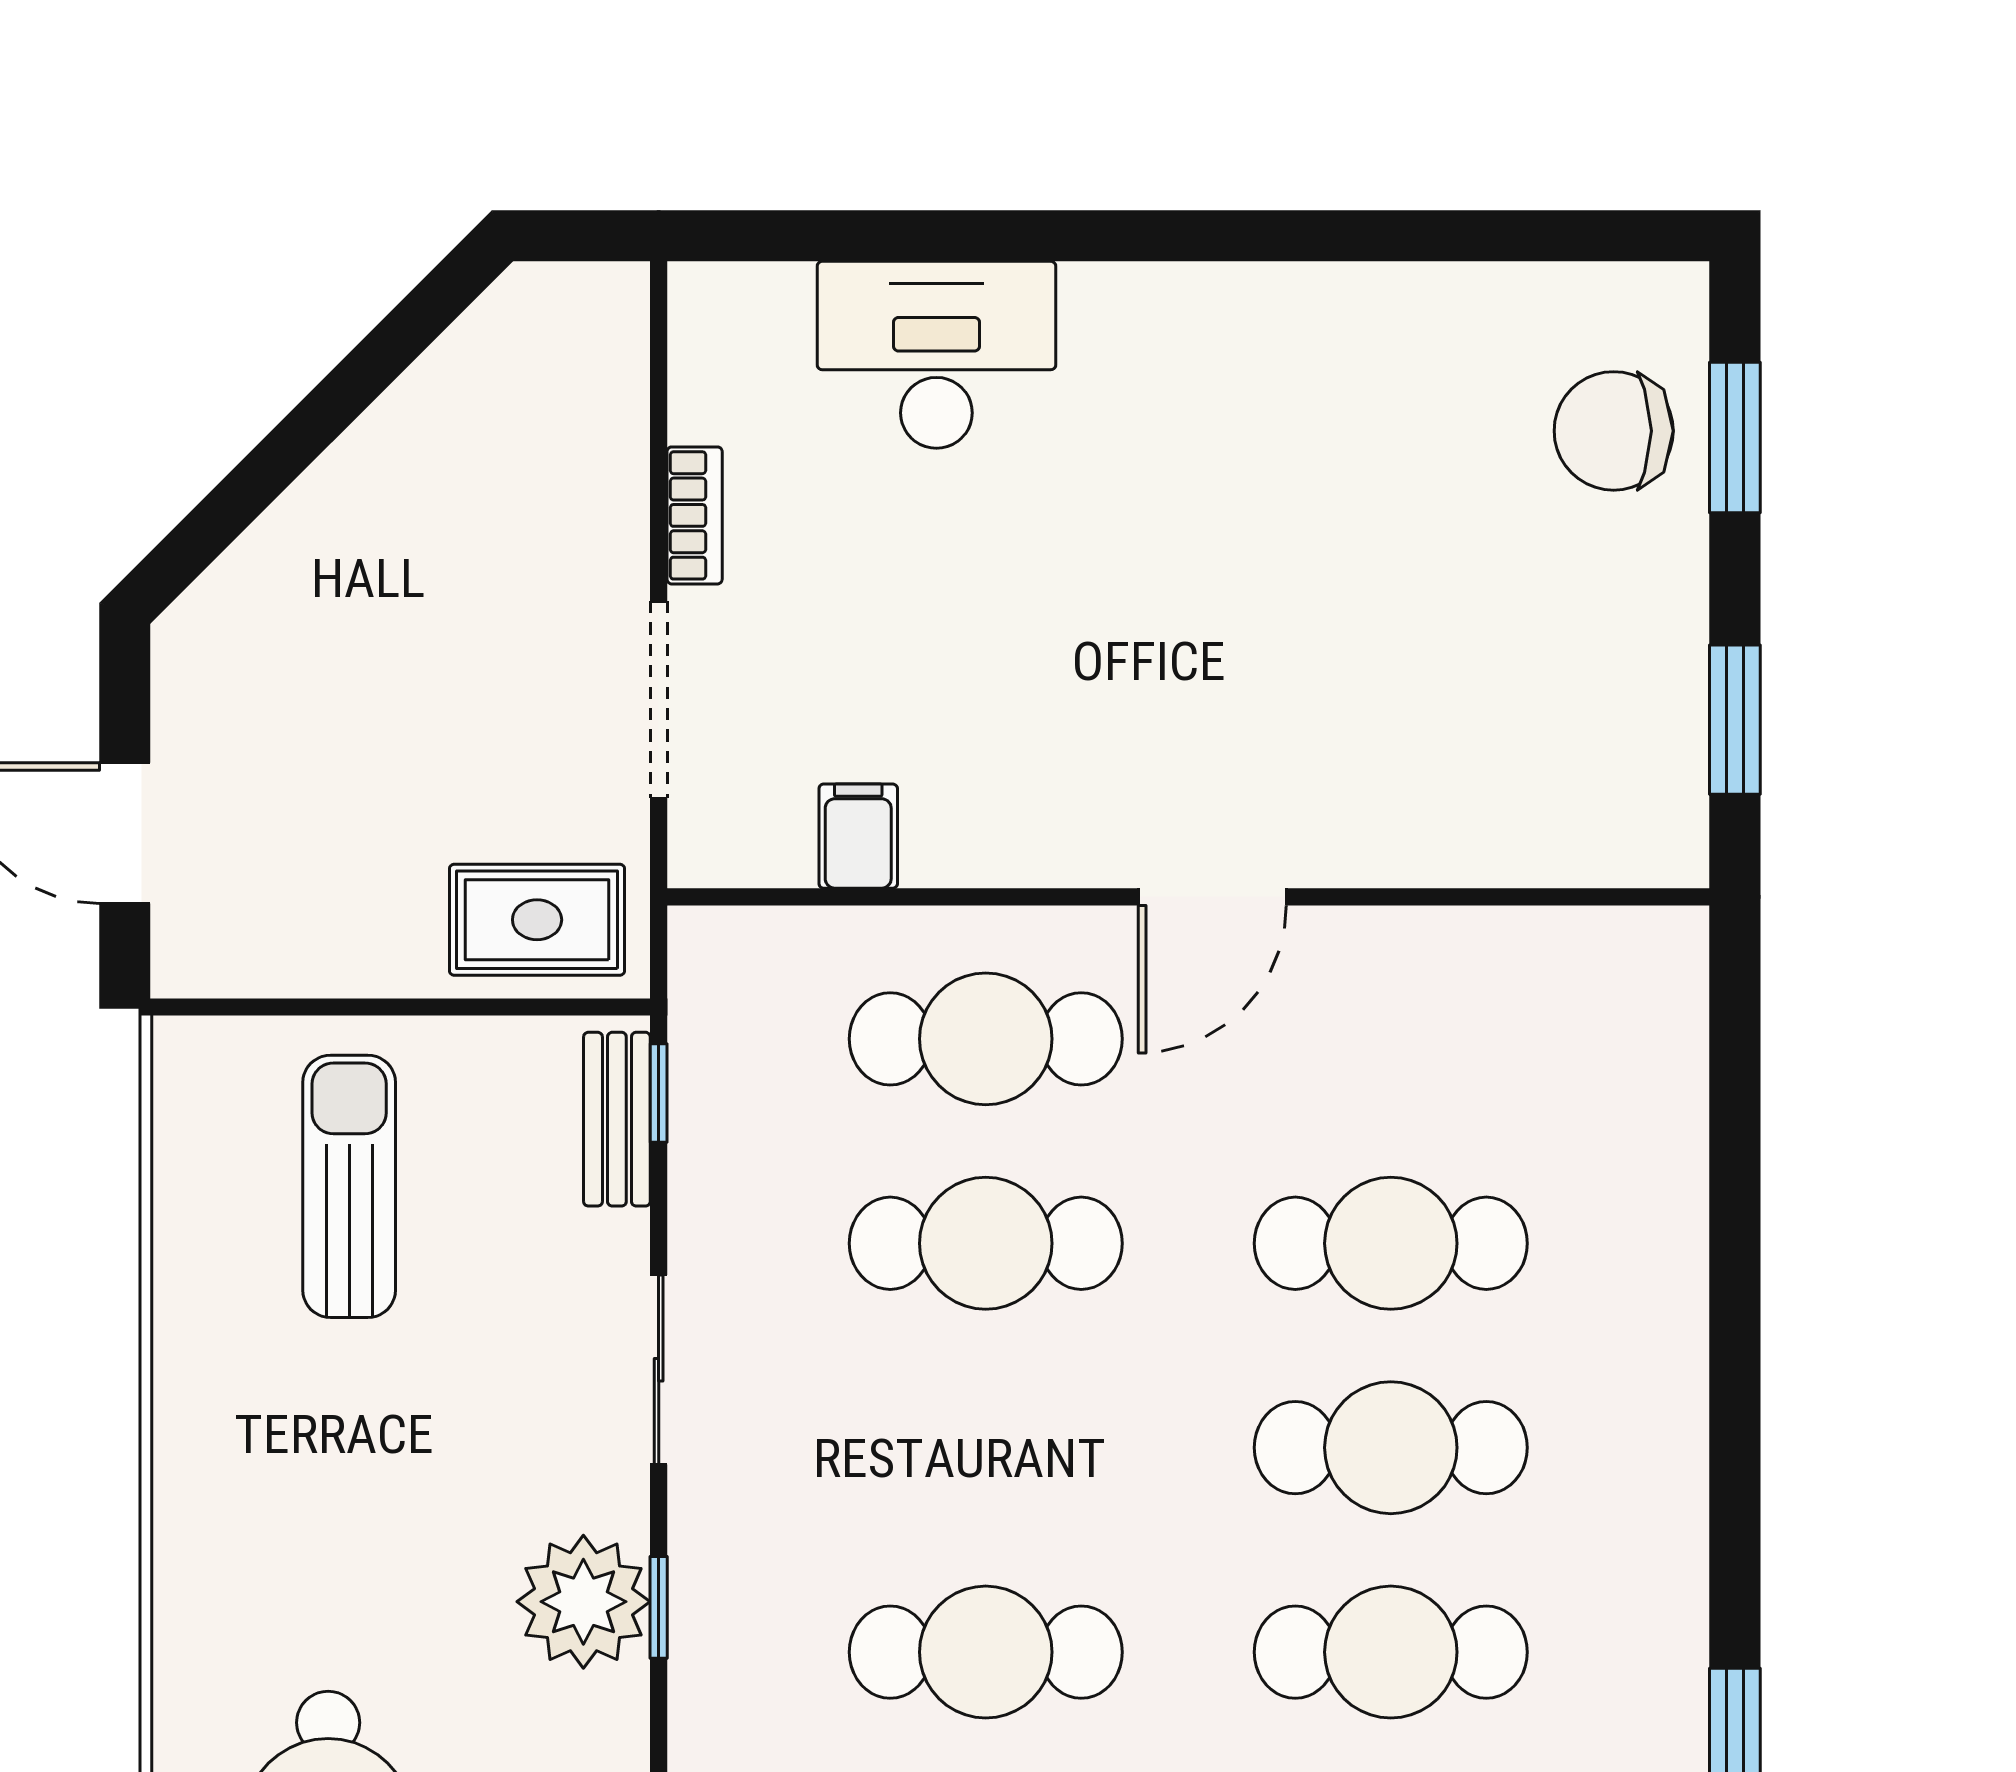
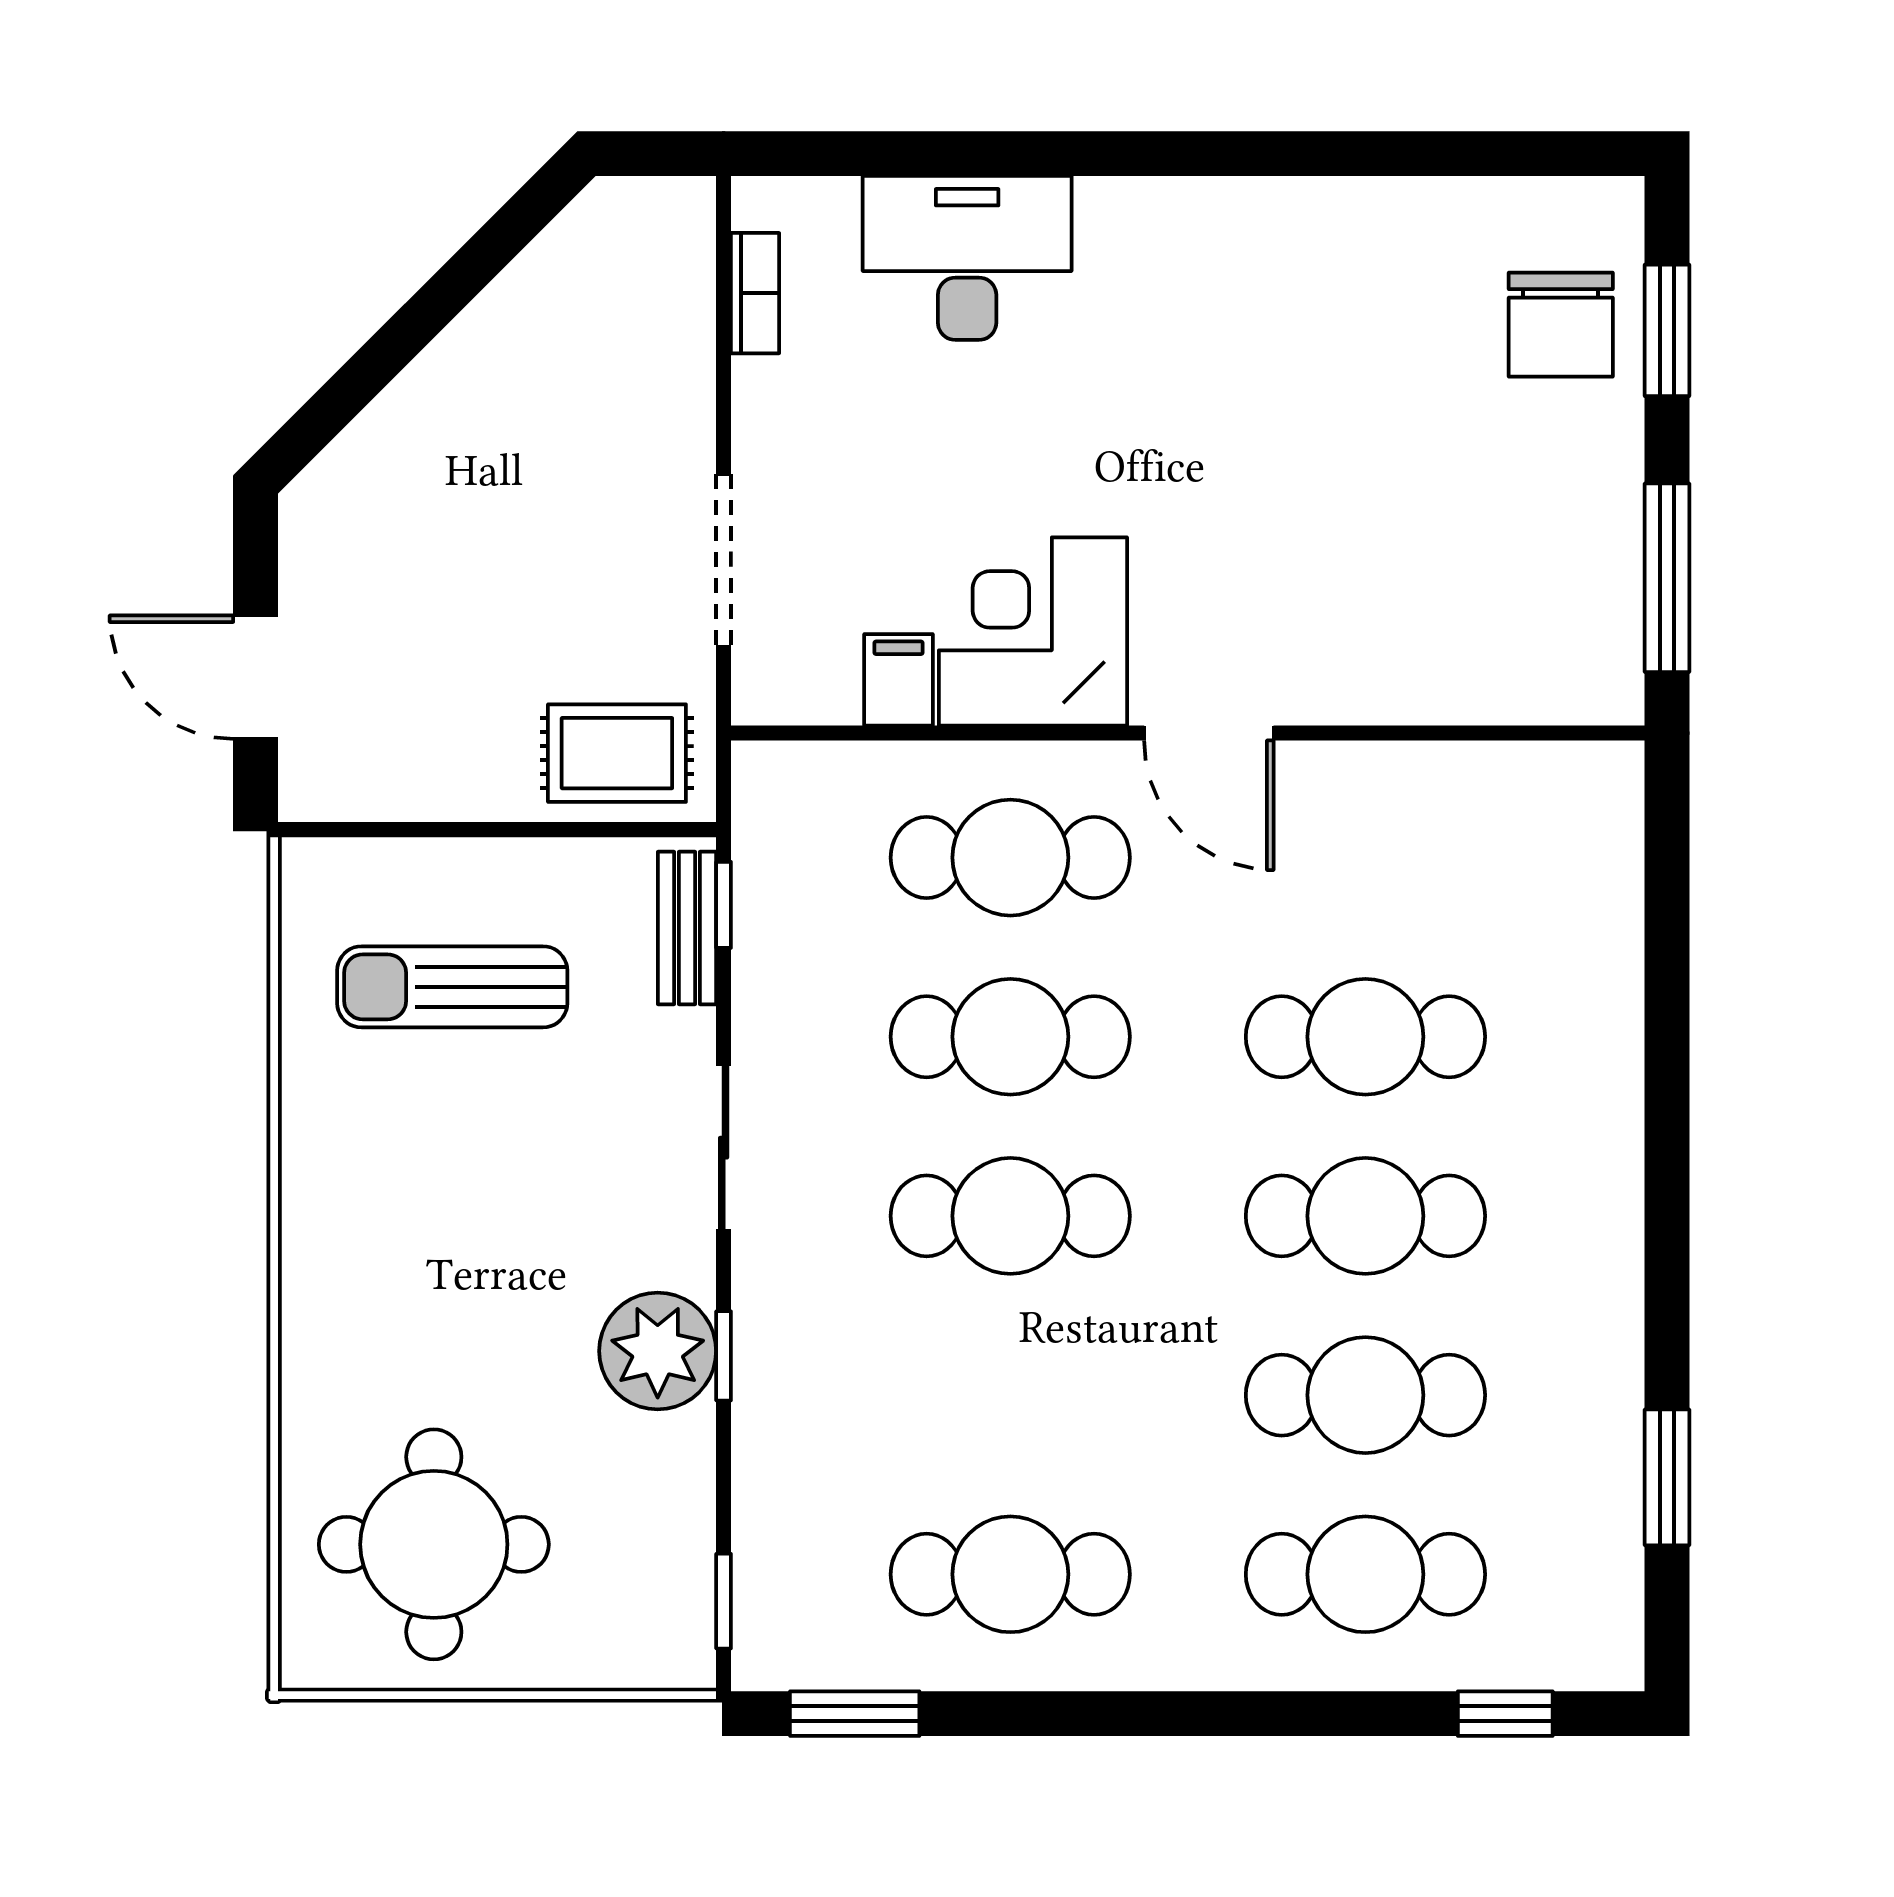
chair: (1614, 431) -> (1561, 325), turned -90
bookcase: (695, 515) -> (755, 293), moved
window: (1735, 720) -> (1667, 578), width x1.44
corner desk: (1012, 781) -> (1033, 631), added
door: (1212, 897) -> (1209, 733), hinge flipped
sun lounger: (349, 1186) -> (452, 987), turned -90
cafe table: (986, 1652) -> (1010, 1216), moved

